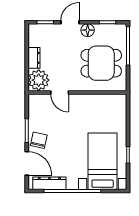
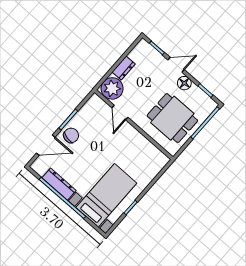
door: (27, 163) -> (46, 145), hinge flipped
dresser: (49, 183) -> (59, 184), moved

